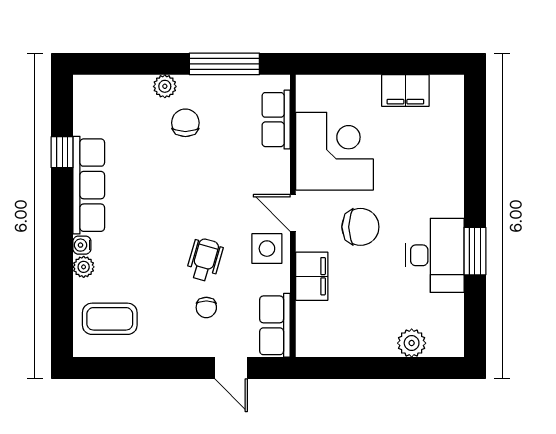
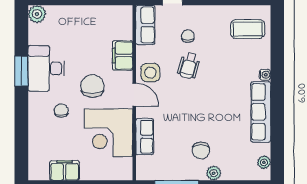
row of seats: (276, 120) -> (145, 137), moved
window: (62, 152) -> (277, 132), removed
chair: (411, 187) -> (61, 111), added
chair: (360, 227) -> (92, 86), turned 90
plant: (84, 267) -> (264, 162), moved
plant: (412, 343) -> (37, 14), moved

